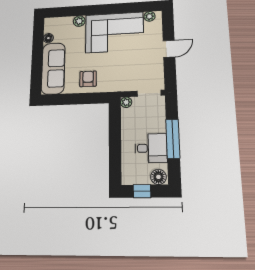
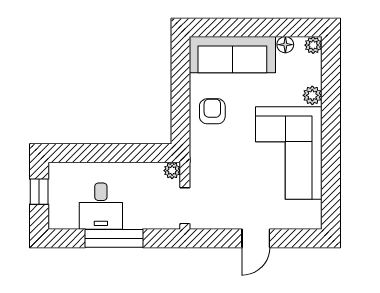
plant: (150, 16) -> (313, 45), moved
door: (169, 49) -> (256, 238), hinge flipped
armchair: (88, 79) -> (212, 111), turned -90
floor lamp: (158, 177) -> (59, 216), removed

